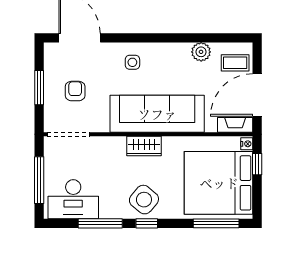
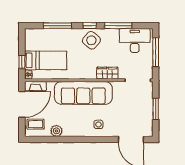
armchair: (75, 91) -> (134, 107), removed
wardrobe: (144, 146) -> (107, 73), moved
bed: (219, 183) -> (46, 60), width x0.49
window: (216, 223) -> (57, 26), moved

